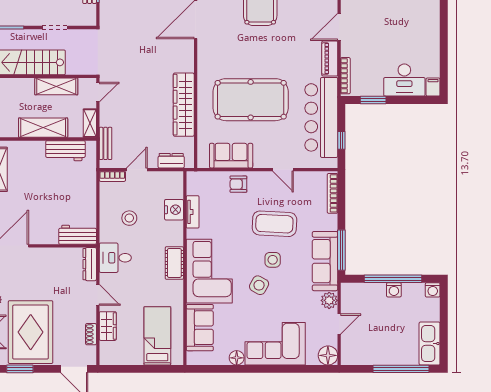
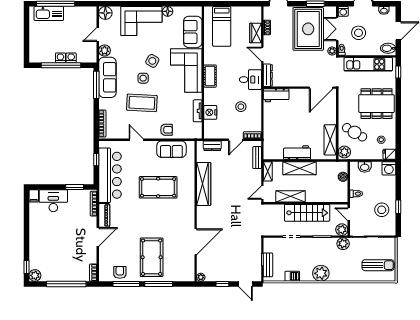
pool table: (251, 100) -> (158, 187), width x0.73, depth x0.76
workbench: (65, 151) -> (297, 153), moved
washing machine: (433, 290) -> (71, 58), moved
kitchen sink: (430, 344) -> (49, 13), moved, turned 90

